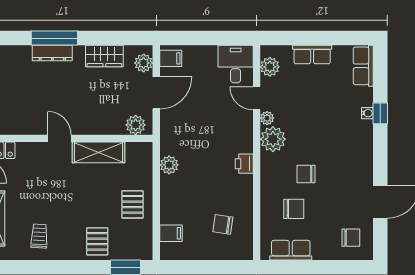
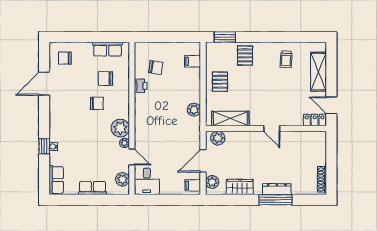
shelving: (98, 152) -> (230, 119), moved
printer: (244, 164) -> (141, 86), moved

